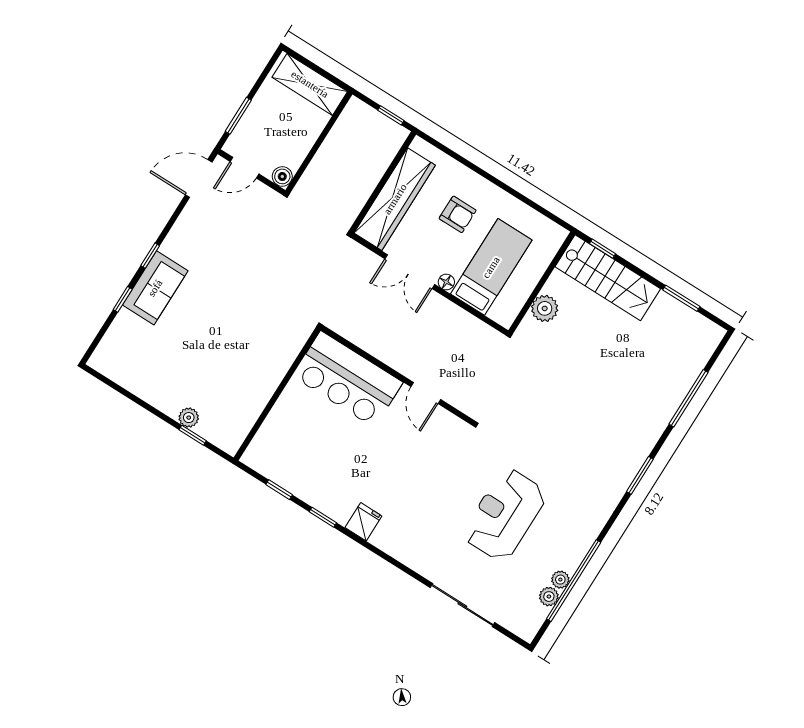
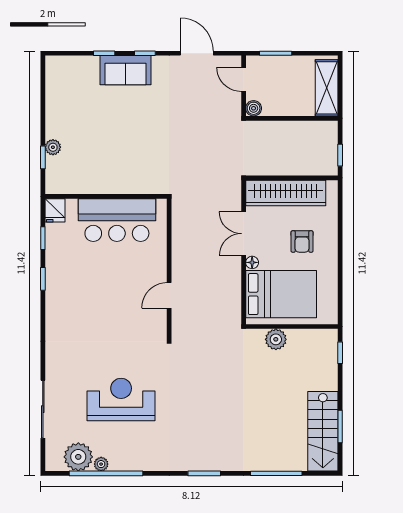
door: (199, 179) -> (197, 53), moved
bed: (491, 267) -> (281, 294), width x1.50
stairs: (608, 278) -> (323, 431), moved
bar counter: (348, 379) -> (117, 220), moved, turned -90
fridge: (363, 522) -> (55, 210), moved, turned 90
plant: (549, 597) -> (78, 457), width x1.87, depth x1.87

